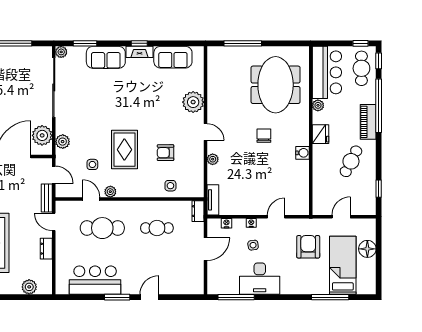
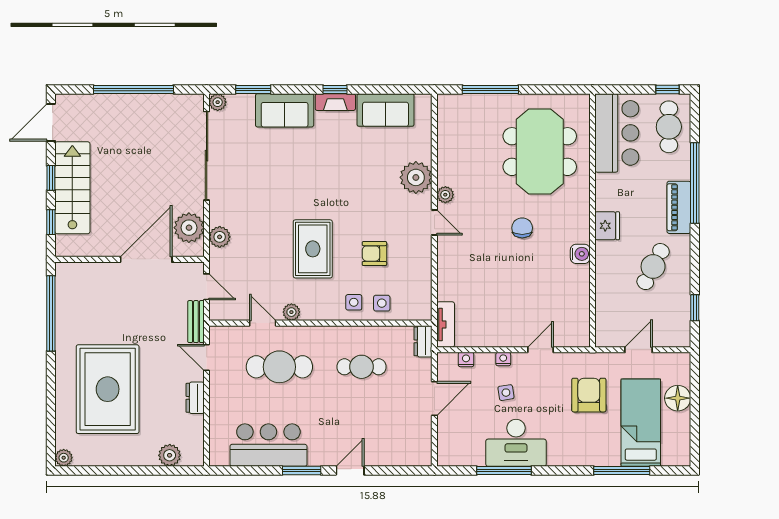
window: (379, 61) -> (695, 116), removed
plant: (318, 105) -> (604, 182), removed
plant: (213, 159) -> (445, 195), moved
side table: (92, 164) -> (354, 302), moved
window: (236, 297) -> (504, 470), moved

